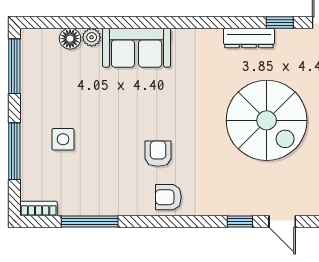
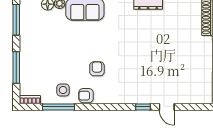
spiral stairs: (267, 120) -> (158, 50), removed
side table: (63, 139) -> (63, 90), moved
armchair: (168, 197) -> (86, 96), moved

